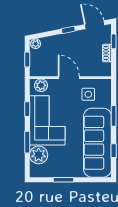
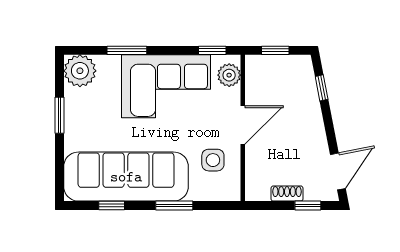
window: (68, 30) -> (322, 88), moved
plant: (36, 44) -> (304, 65), removed
window: (27, 109) -> (212, 50), moved
plant: (39, 155) -> (80, 71), moved

